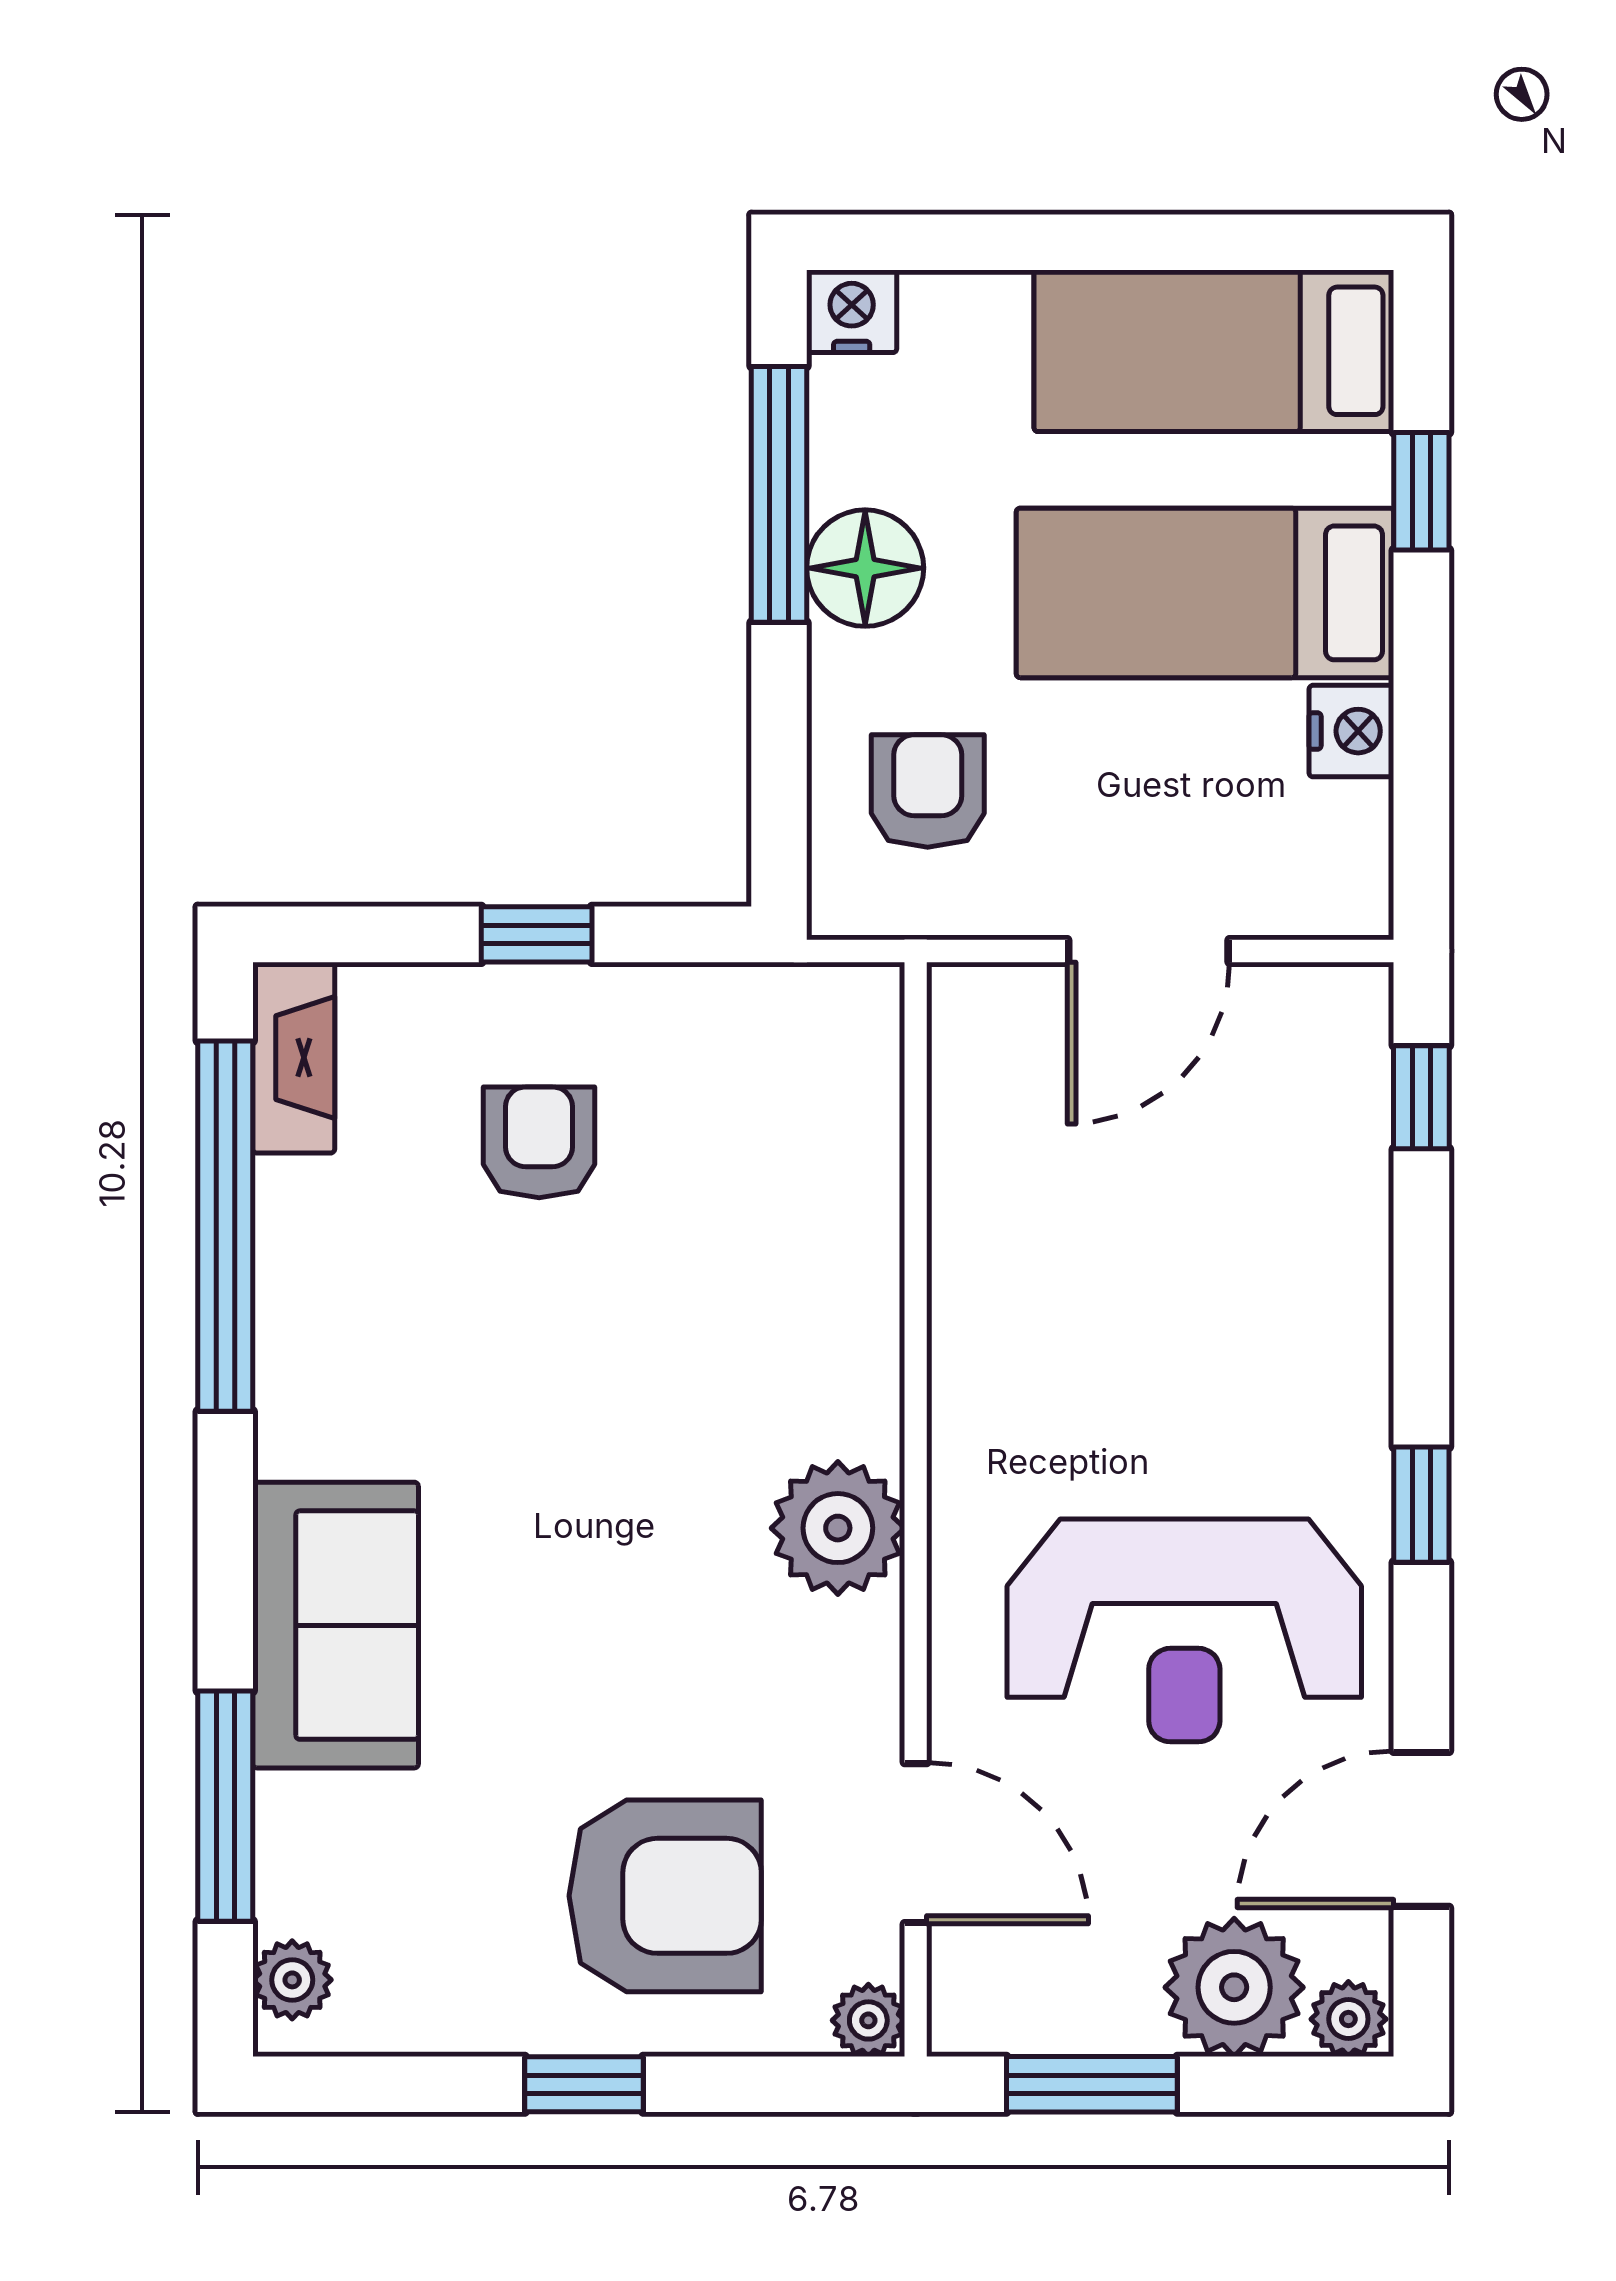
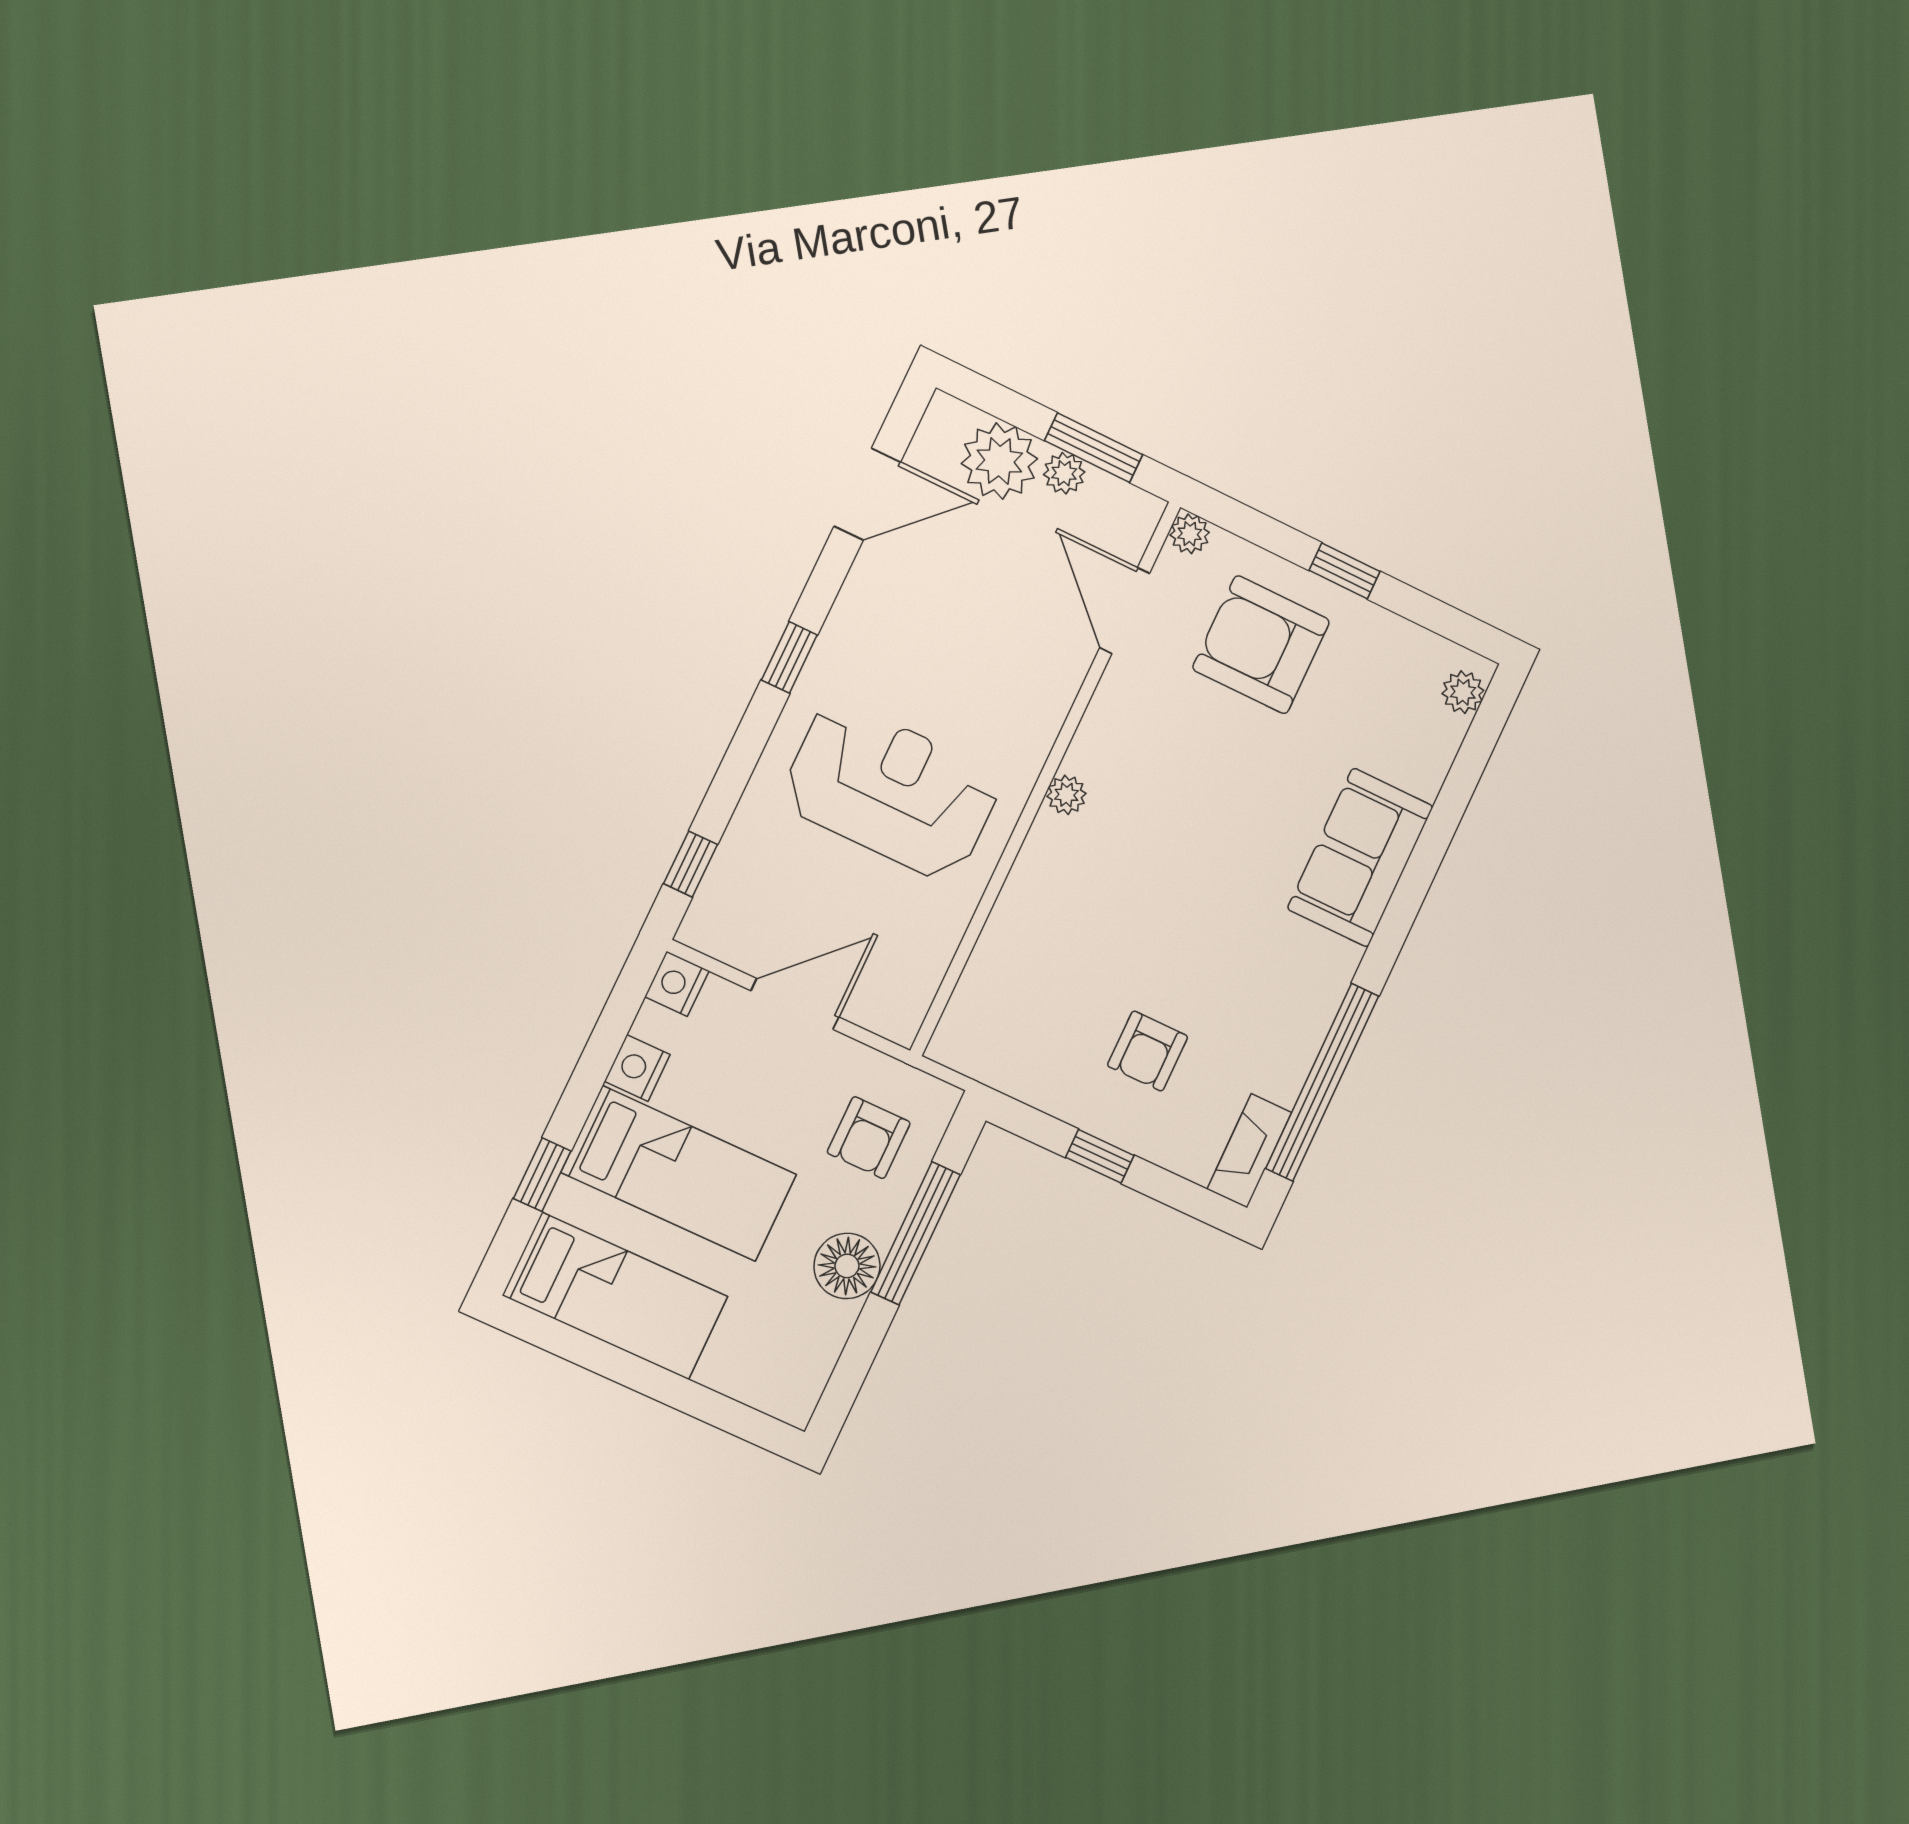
nightstand: (852, 311) -> (677, 984), moved, turned 90
window: (779, 494) -> (915, 1233), moved
plant: (838, 1528) -> (1066, 795), width x0.53, depth x0.53
reception desk: (1184, 1630) -> (891, 790), moved
window: (225, 1806) -> (1456, 794), removed
plant: (1348, 2019) -> (1064, 473), moved

